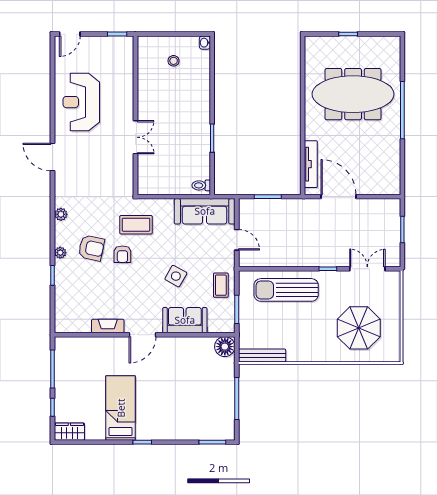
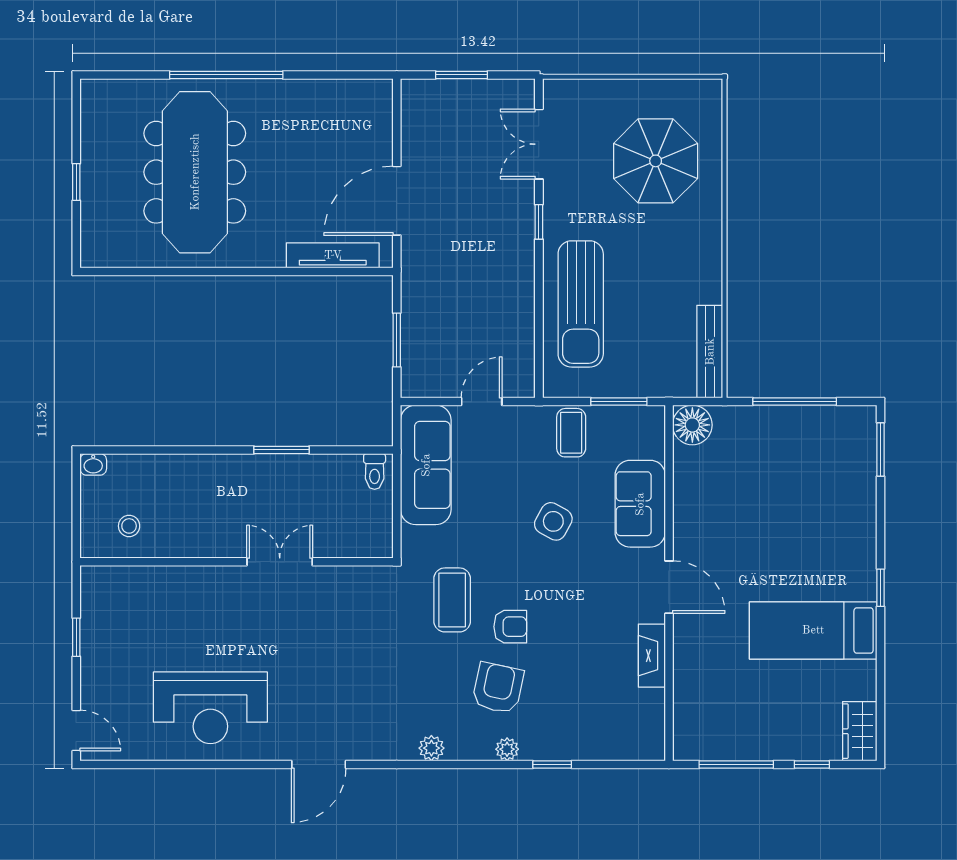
wall: (135, 115) -> (237, 562), moved
double door: (135, 137) -> (280, 562), moved
coffee table: (221, 285) -> (571, 433), turned 90

